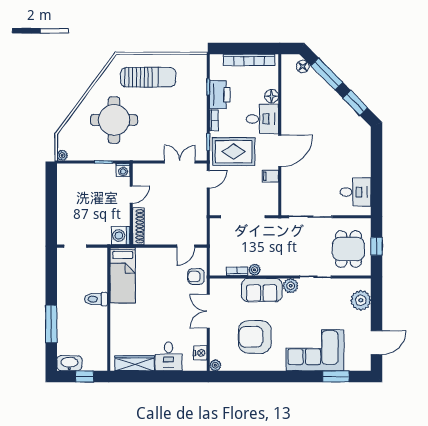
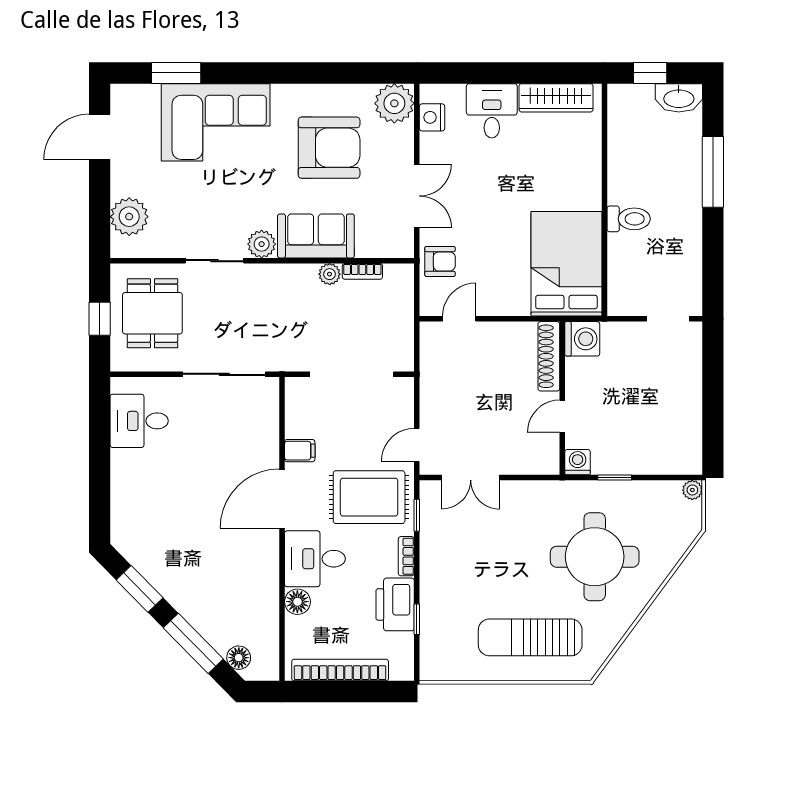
bed: (123, 275) -> (567, 264), width x1.50
plant: (215, 365) -> (394, 103), width x1.87, depth x1.87

